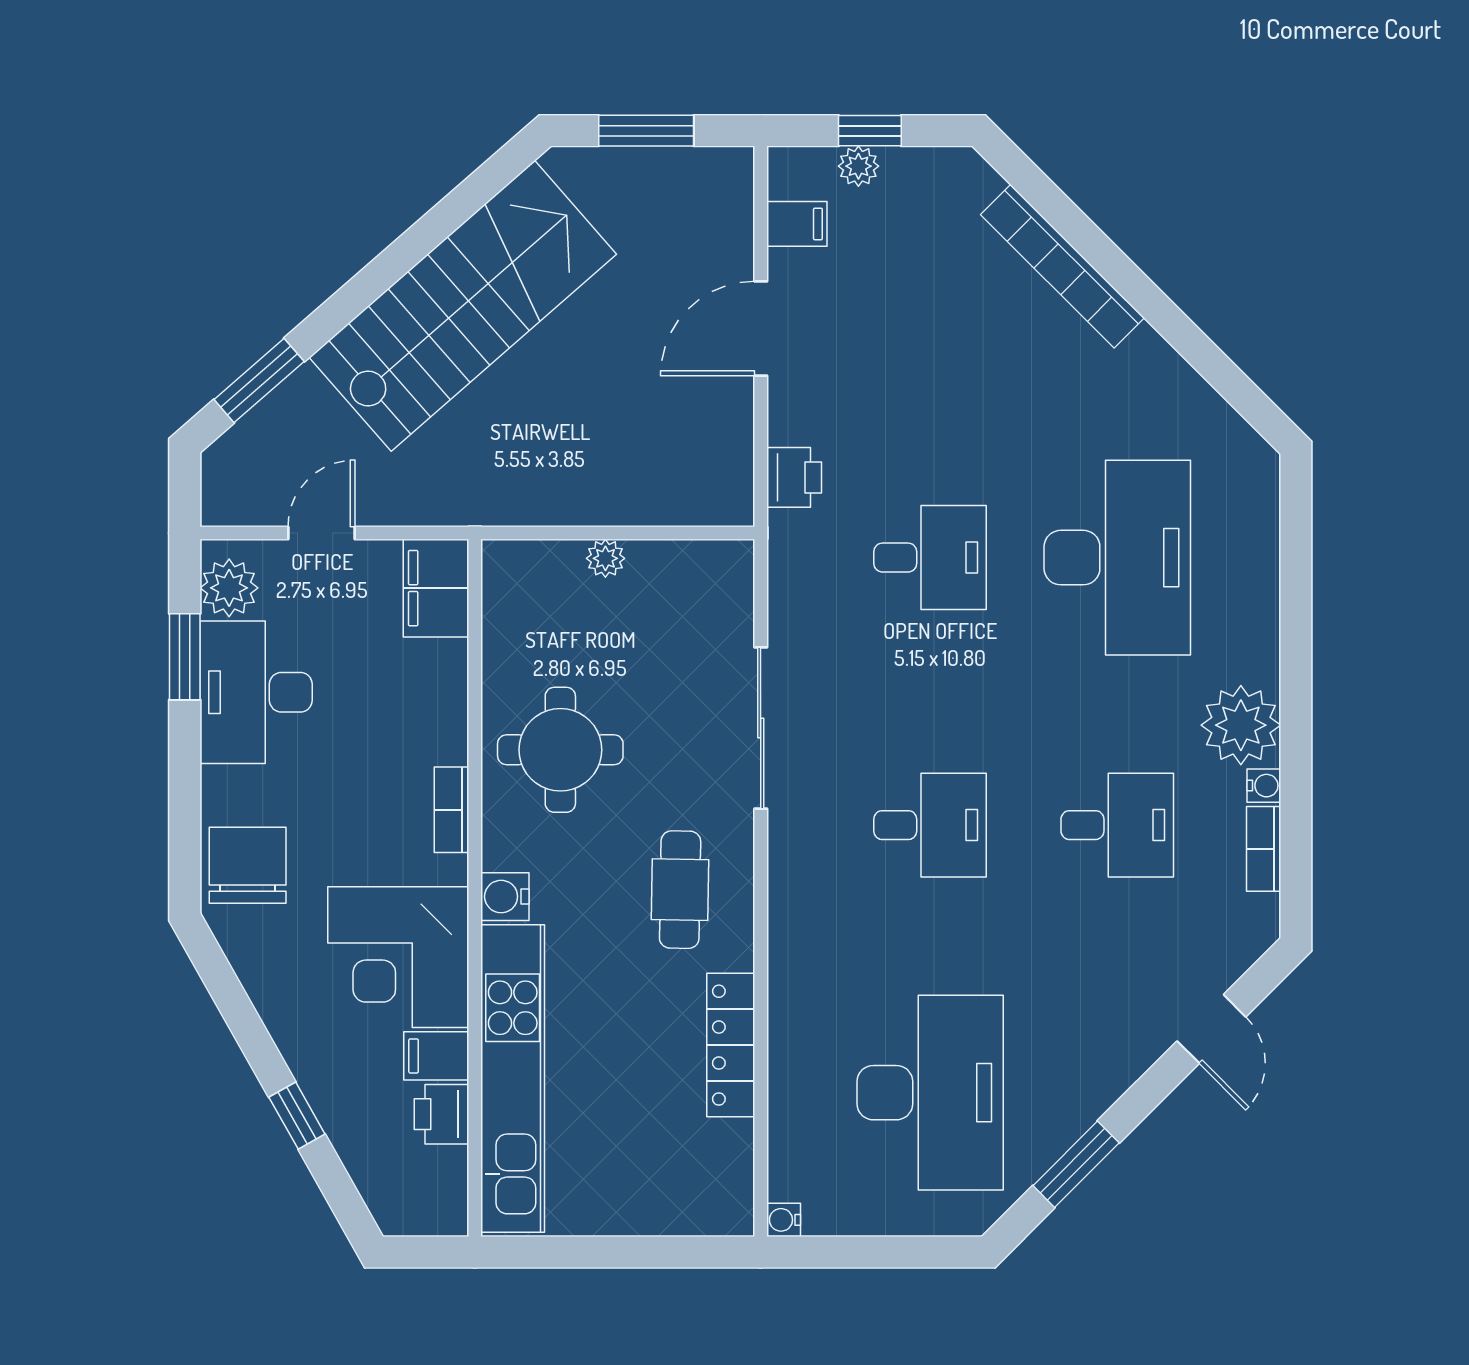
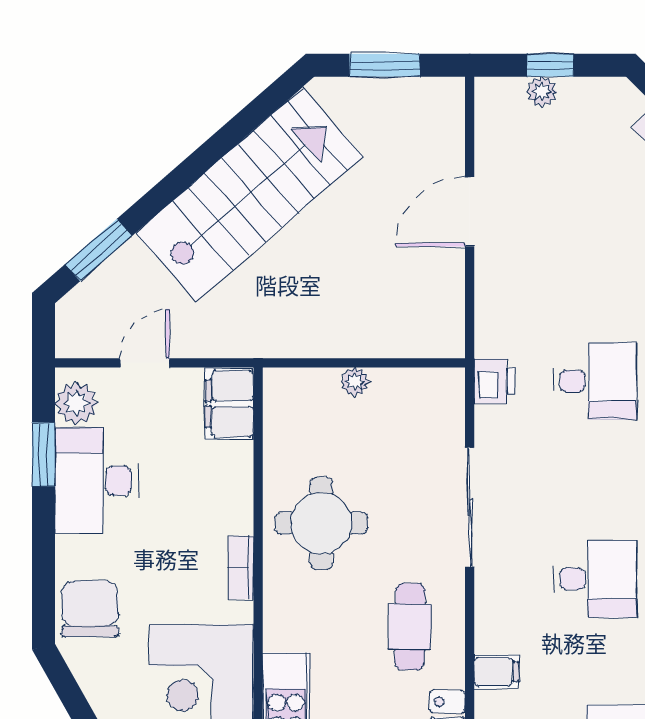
filing cabinet: (797, 224) -> (496, 672), moved
printer: (794, 477) -> (494, 381), moved
water cooler: (505, 897) -> (280, 632), removed

